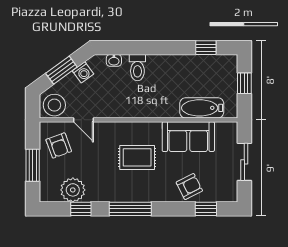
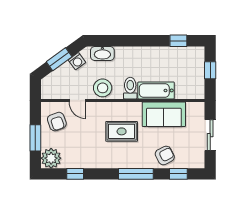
washbasin: (114, 60) -> (102, 53), width x1.91, depth x1.45
toilet: (137, 68) -> (130, 88), moved, turned 180
stool: (54, 105) -> (103, 88), moved
bathtub: (202, 108) -> (156, 90), moved
plant: (73, 190) -> (51, 158), moved
window: (130, 209) -> (136, 174), moved

